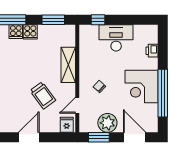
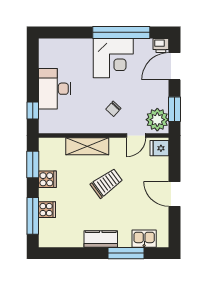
cooker: (30, 32) -> (47, 179), moved
printer: (152, 51) -> (161, 45), moved
trolley: (43, 95) -> (107, 183), moved
door: (77, 105) -> (136, 135), hinge flipped
plant: (107, 123) -> (157, 120), moved

